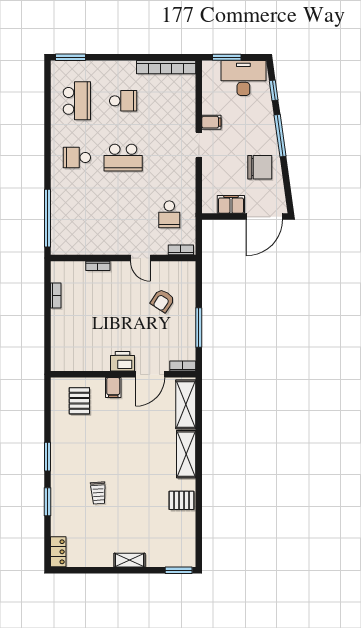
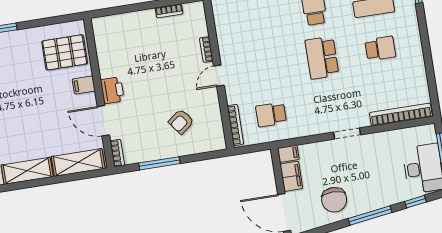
bookcase: (166, 67) -> (401, 115), moved, turned 90
school desk: (123, 101) -> (380, 48), turned -90
filing cabinet: (211, 122) -> (288, 154), moved, turned -90
bookcase: (181, 250) -> (235, 125), width x1.56
door: (140, 258) -> (219, 76), moved
armchair: (162, 301) -> (181, 122), turned -70
pallet: (79, 401) -> (65, 52), width x1.50, depth x1.42

